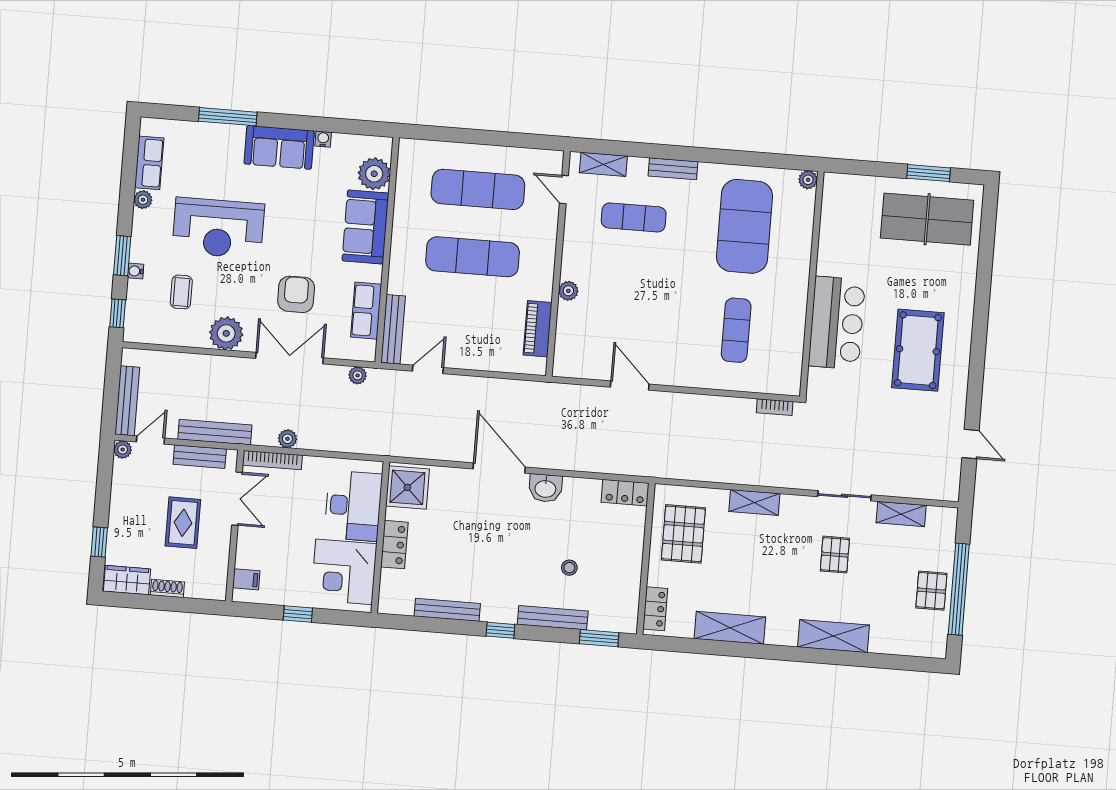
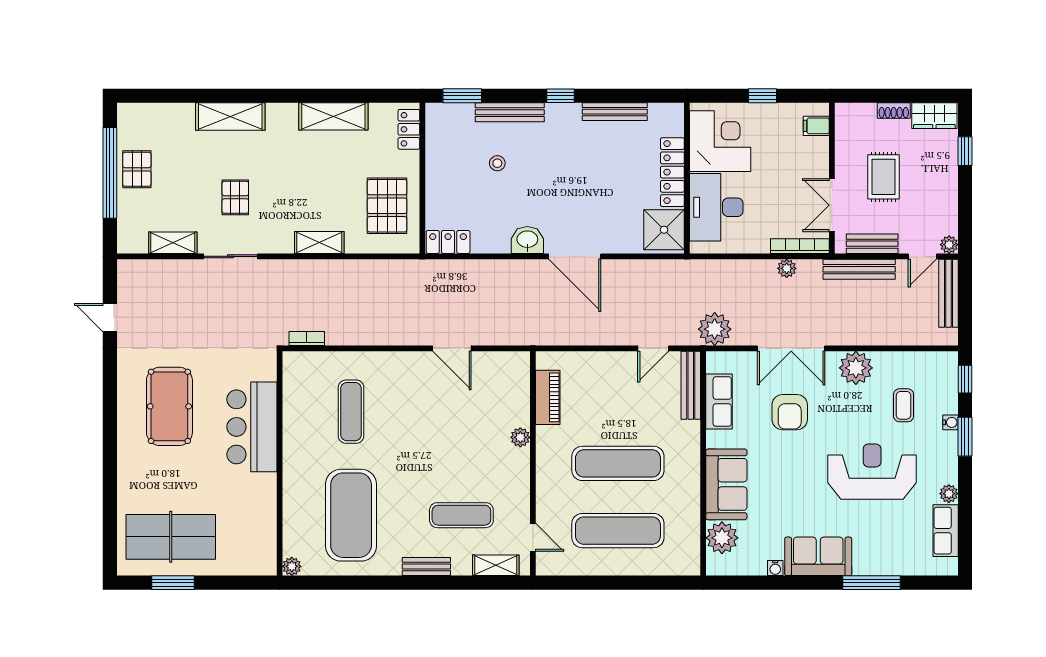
plant: (358, 375) -> (715, 329), width x1.87, depth x1.87
locker: (394, 545) -> (672, 172), width x1.53

